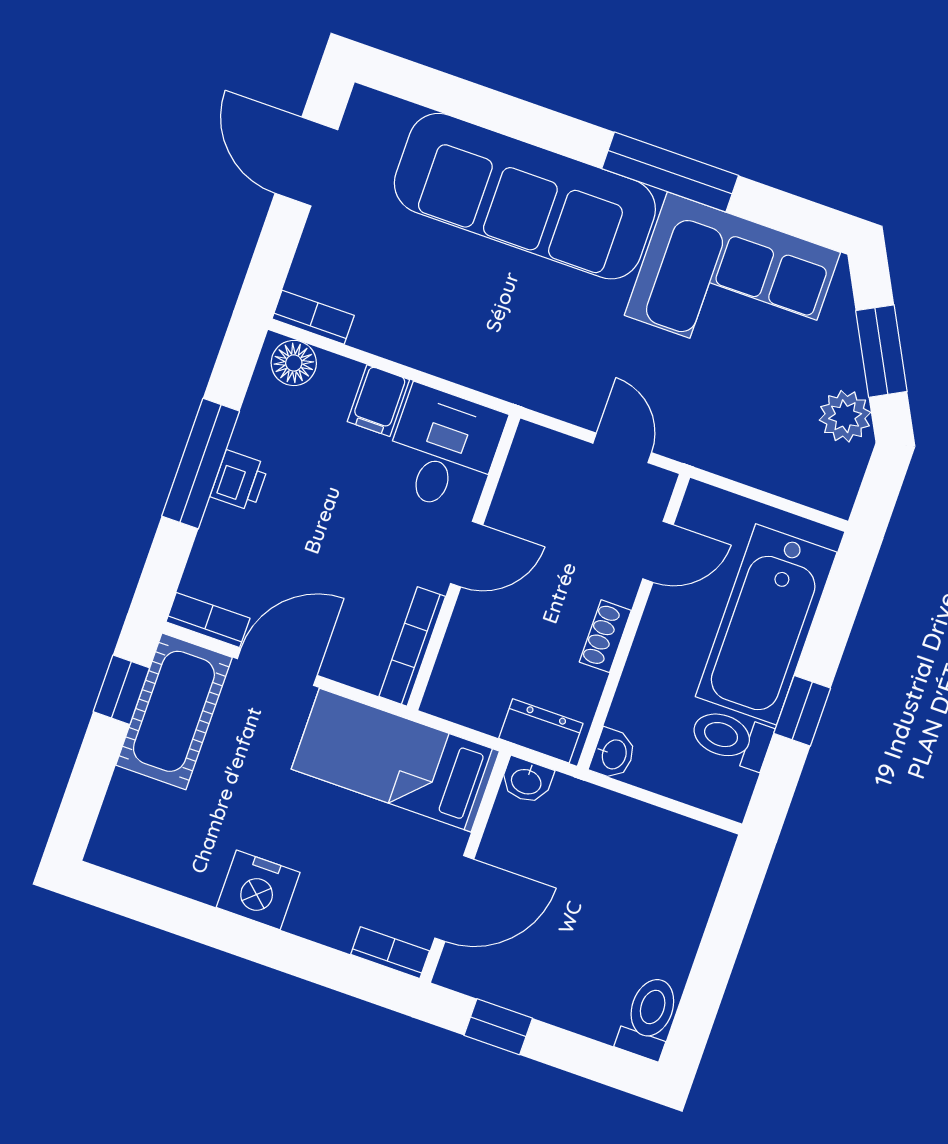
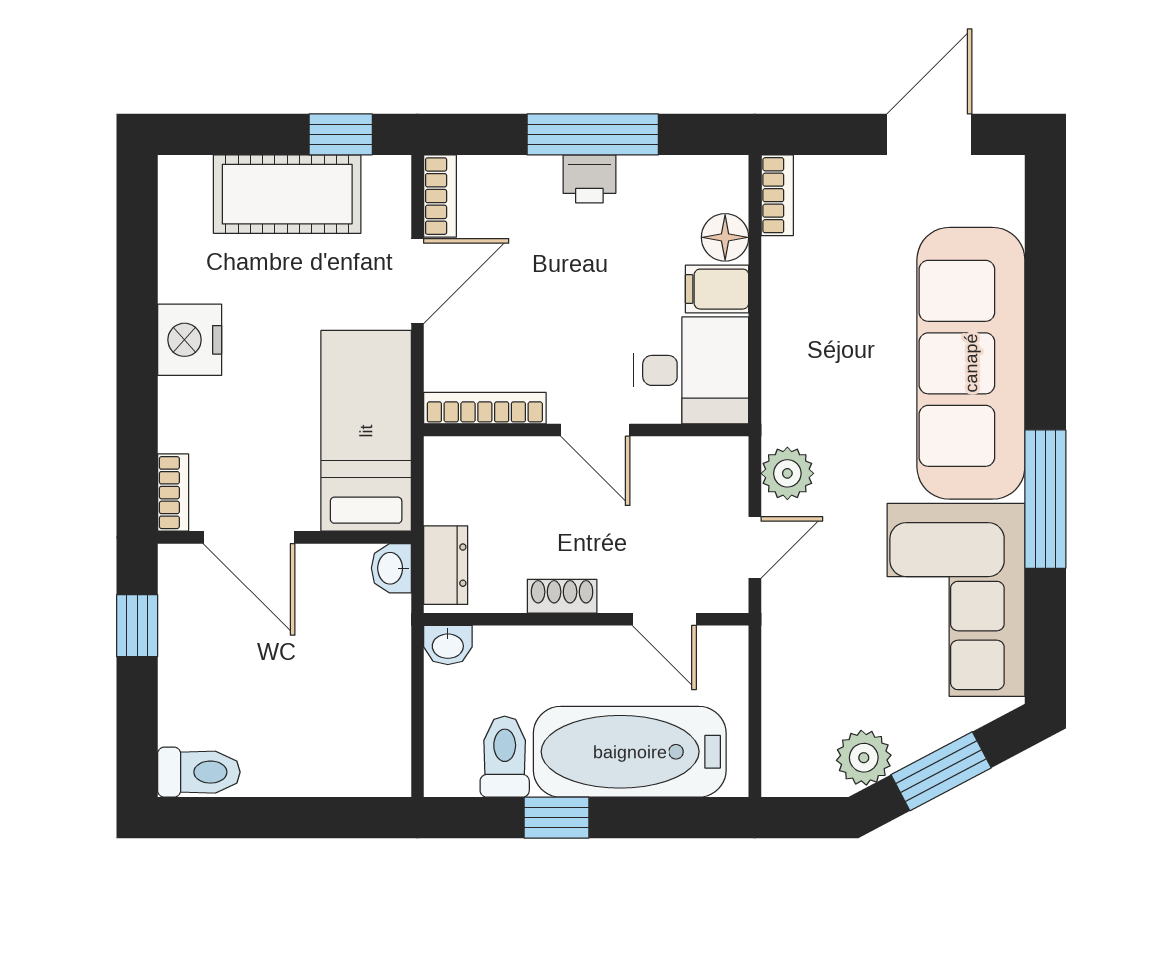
floor lamp: (294, 363) -> (725, 237), moved
plant: (566, 395) -> (787, 473), added
door: (277, 667) -> (417, 281), hinge flipped
cot: (174, 711) -> (287, 194), moved

